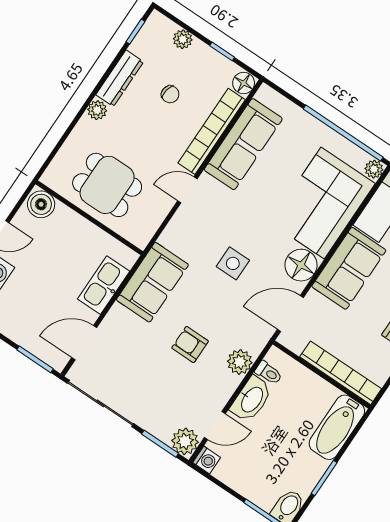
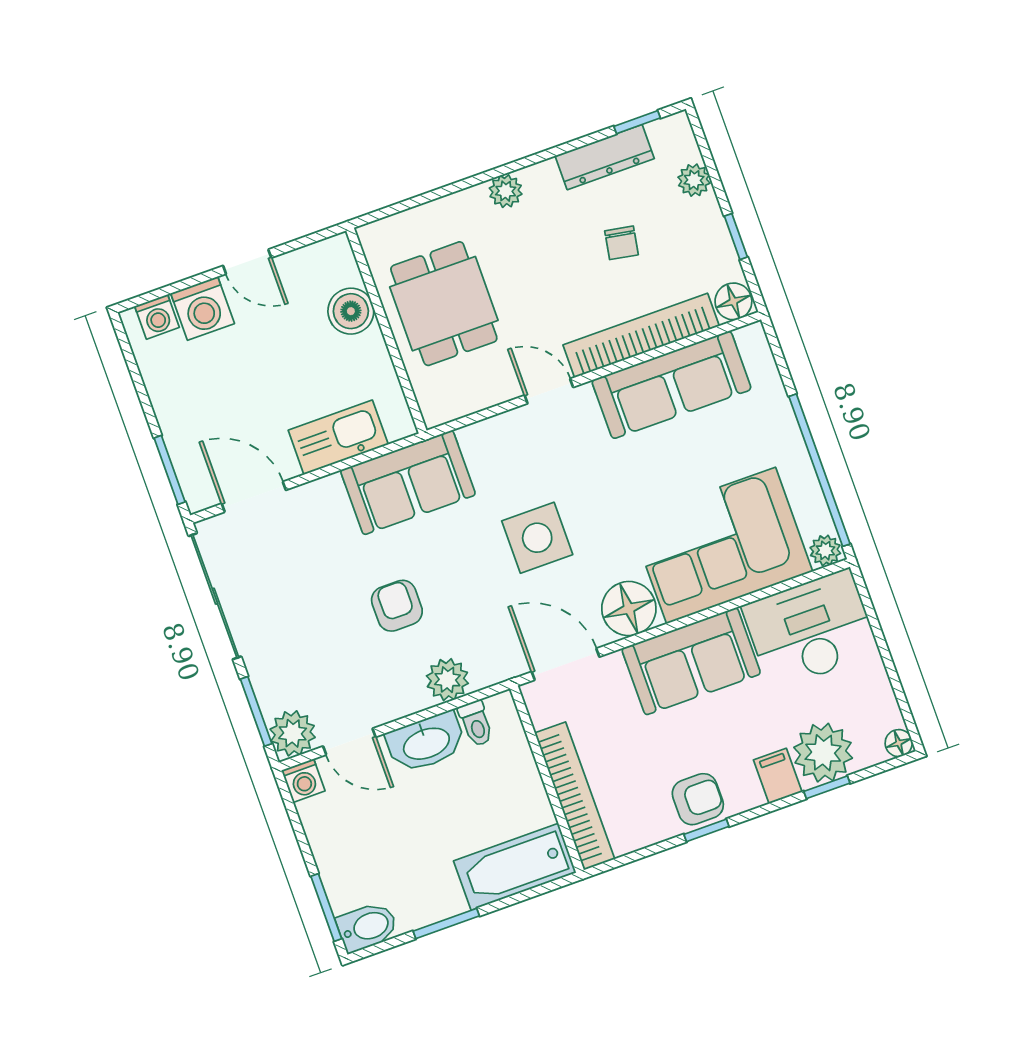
dresser: (120, 78) -> (605, 157), moved
boiler: (41, 204) -> (351, 311), moved
side table: (233, 263) -> (537, 538), width x1.37, depth x1.37

